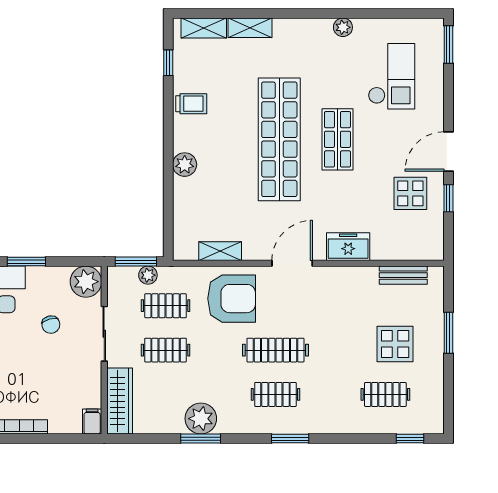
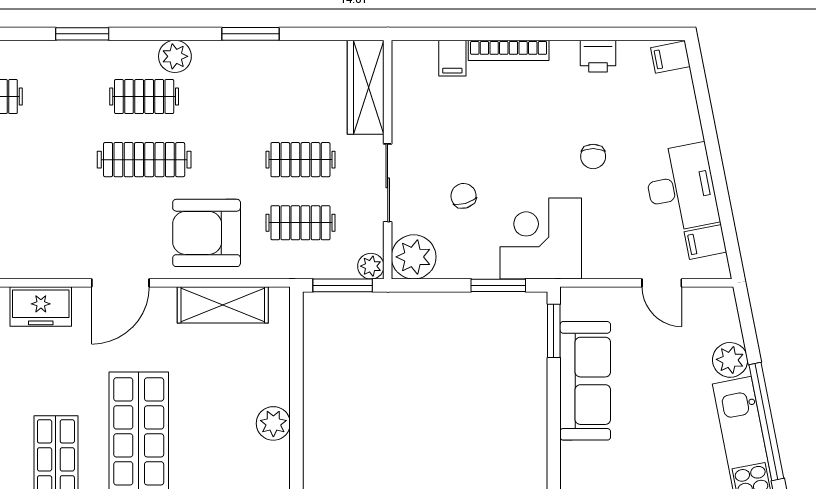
shelving: (220, 251) -> (223, 305), width x1.50, depth x1.33
plant: (148, 275) -> (371, 266), moved
plant: (201, 419) -> (175, 56), moved, width x0.73, depth x0.73
filing cabinet: (92, 422) -> (452, 58), moved
window: (290, 439) -> (82, 34), moved

